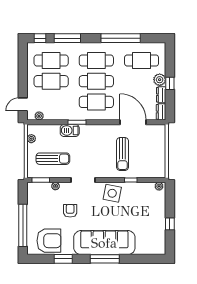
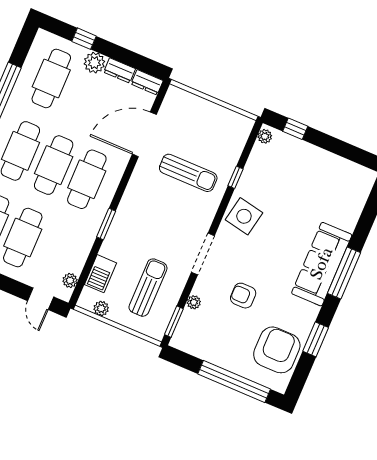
window: (170, 83) -> (84, 39), moved
barbecue: (70, 130) -> (100, 274), moved
window: (170, 224) -> (295, 129), moved
sofa: (104, 243) -> (322, 264), width x0.74, depth x0.79

